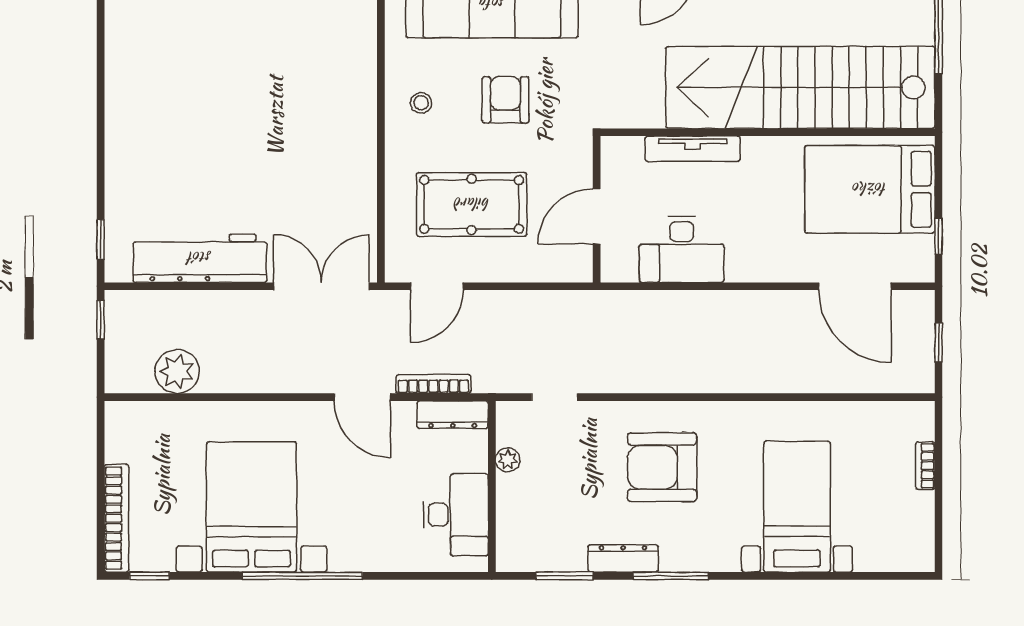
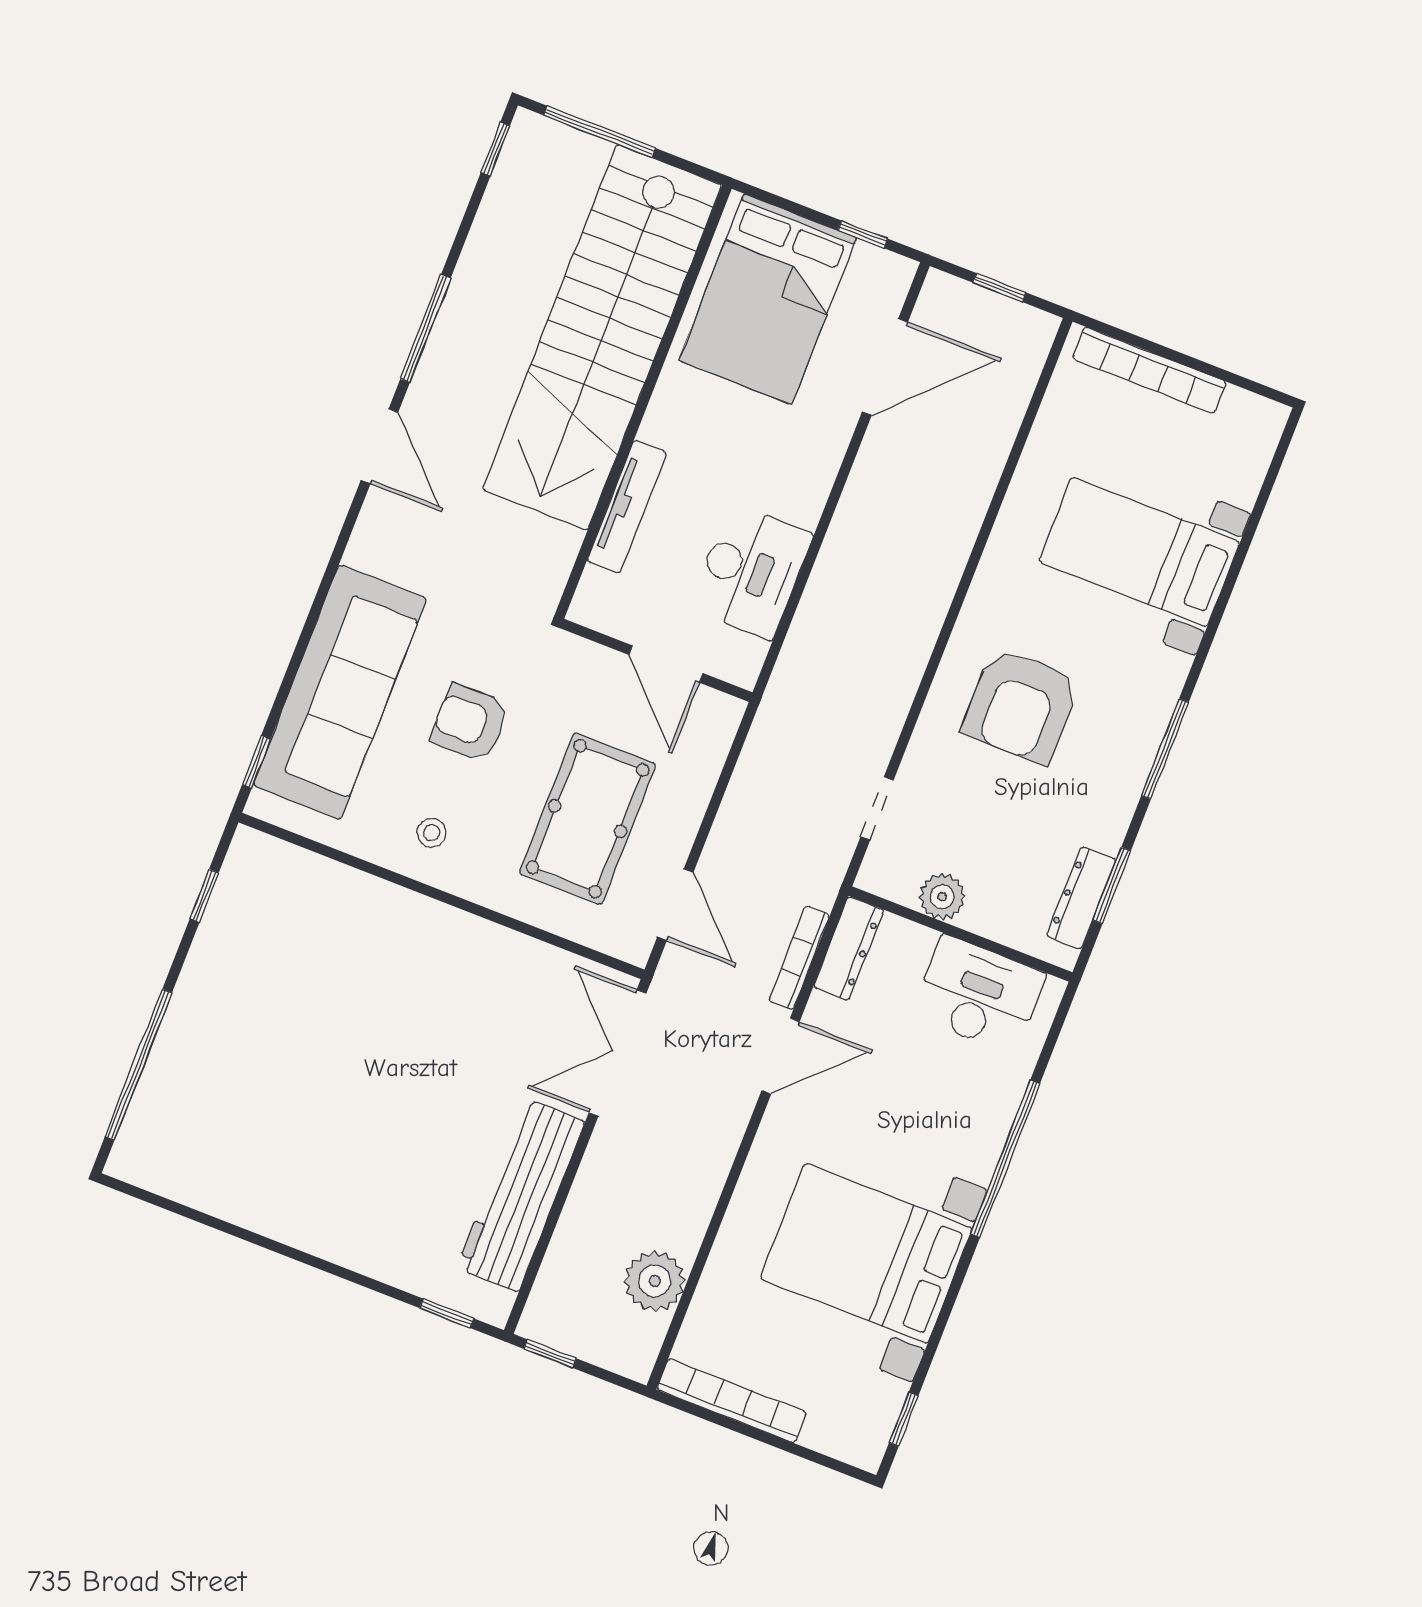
plant: (508, 460) -> (942, 897), width x1.38, depth x1.38
bookcase: (925, 466) -> (1149, 370), width x2.31, depth x1.31
bookcase: (116, 518) -> (732, 1401), moved
dresser: (623, 558) -> (1081, 898), moved
window: (302, 576) -> (1005, 1159), moved

